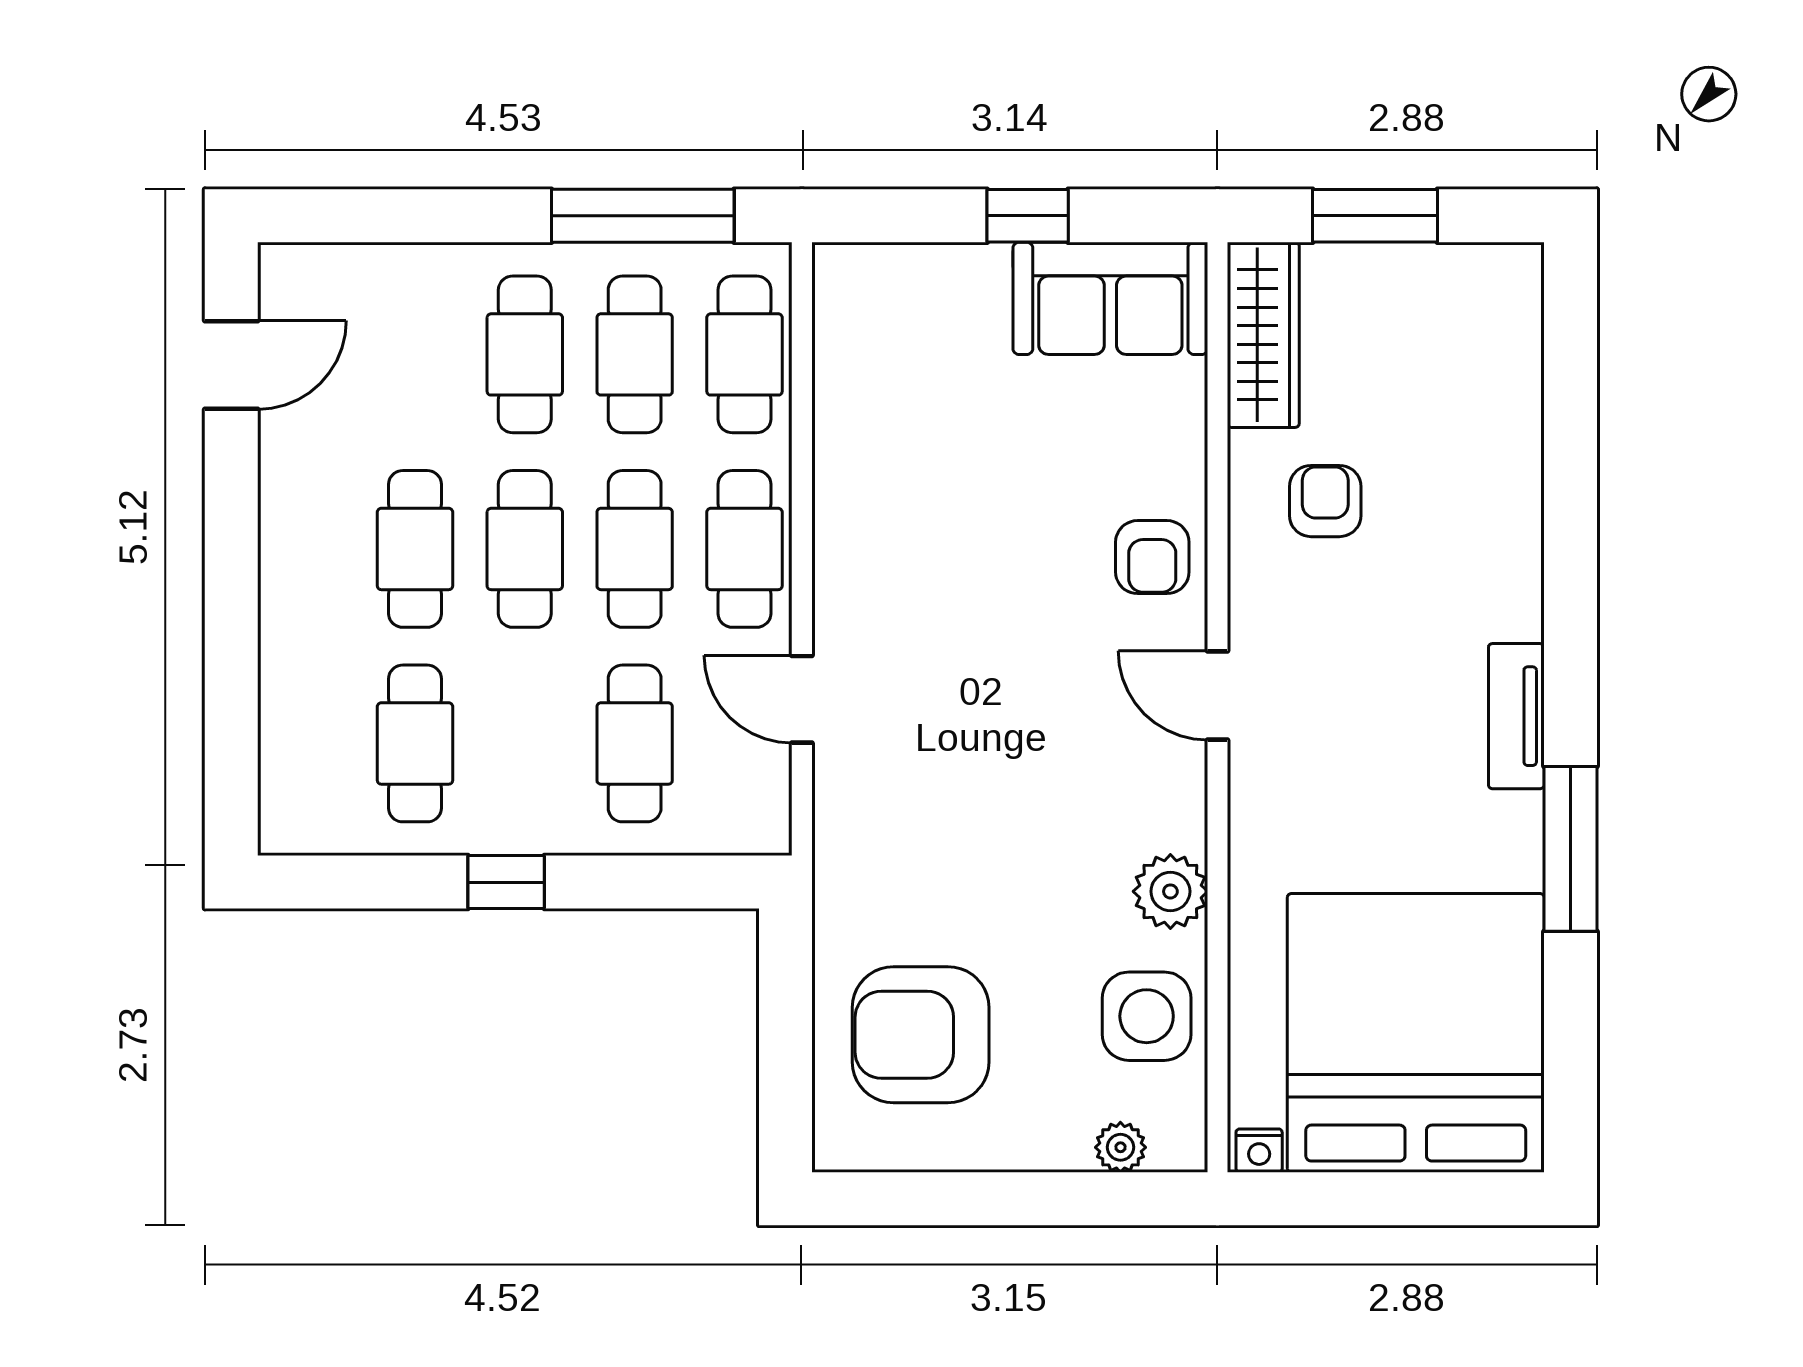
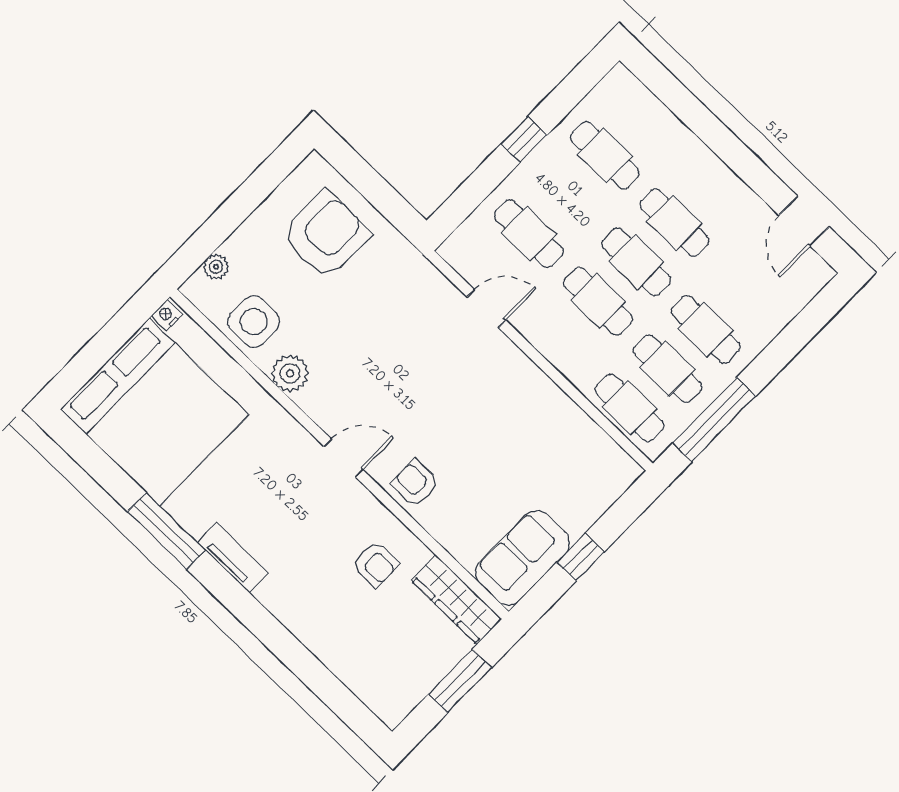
cafe table: (744, 549) -> (560, 340), removed

